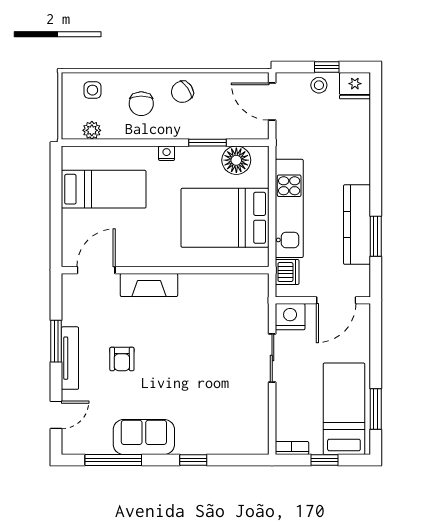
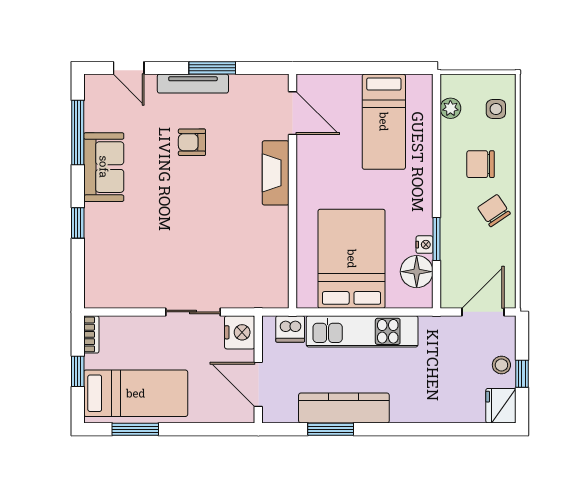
nightstand: (167, 153) -> (425, 245), moved

